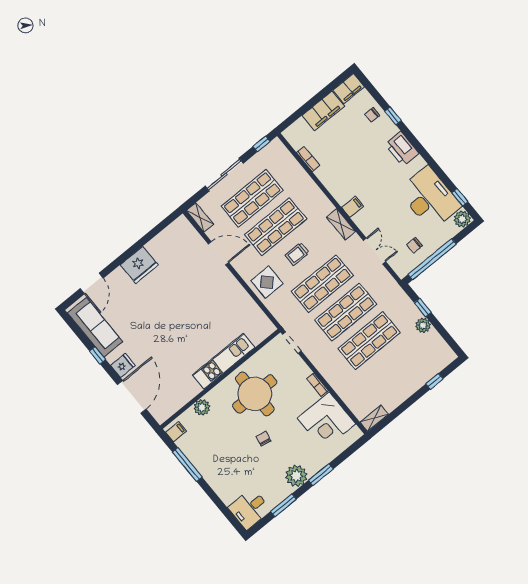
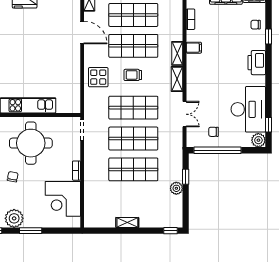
shelving: (322, 201) -> (177, 53), added
filing cabinet: (353, 207) -> (194, 48), moved
window: (434, 381) -> (170, 231), moved
shelving: (374, 418) -> (127, 222), moved

